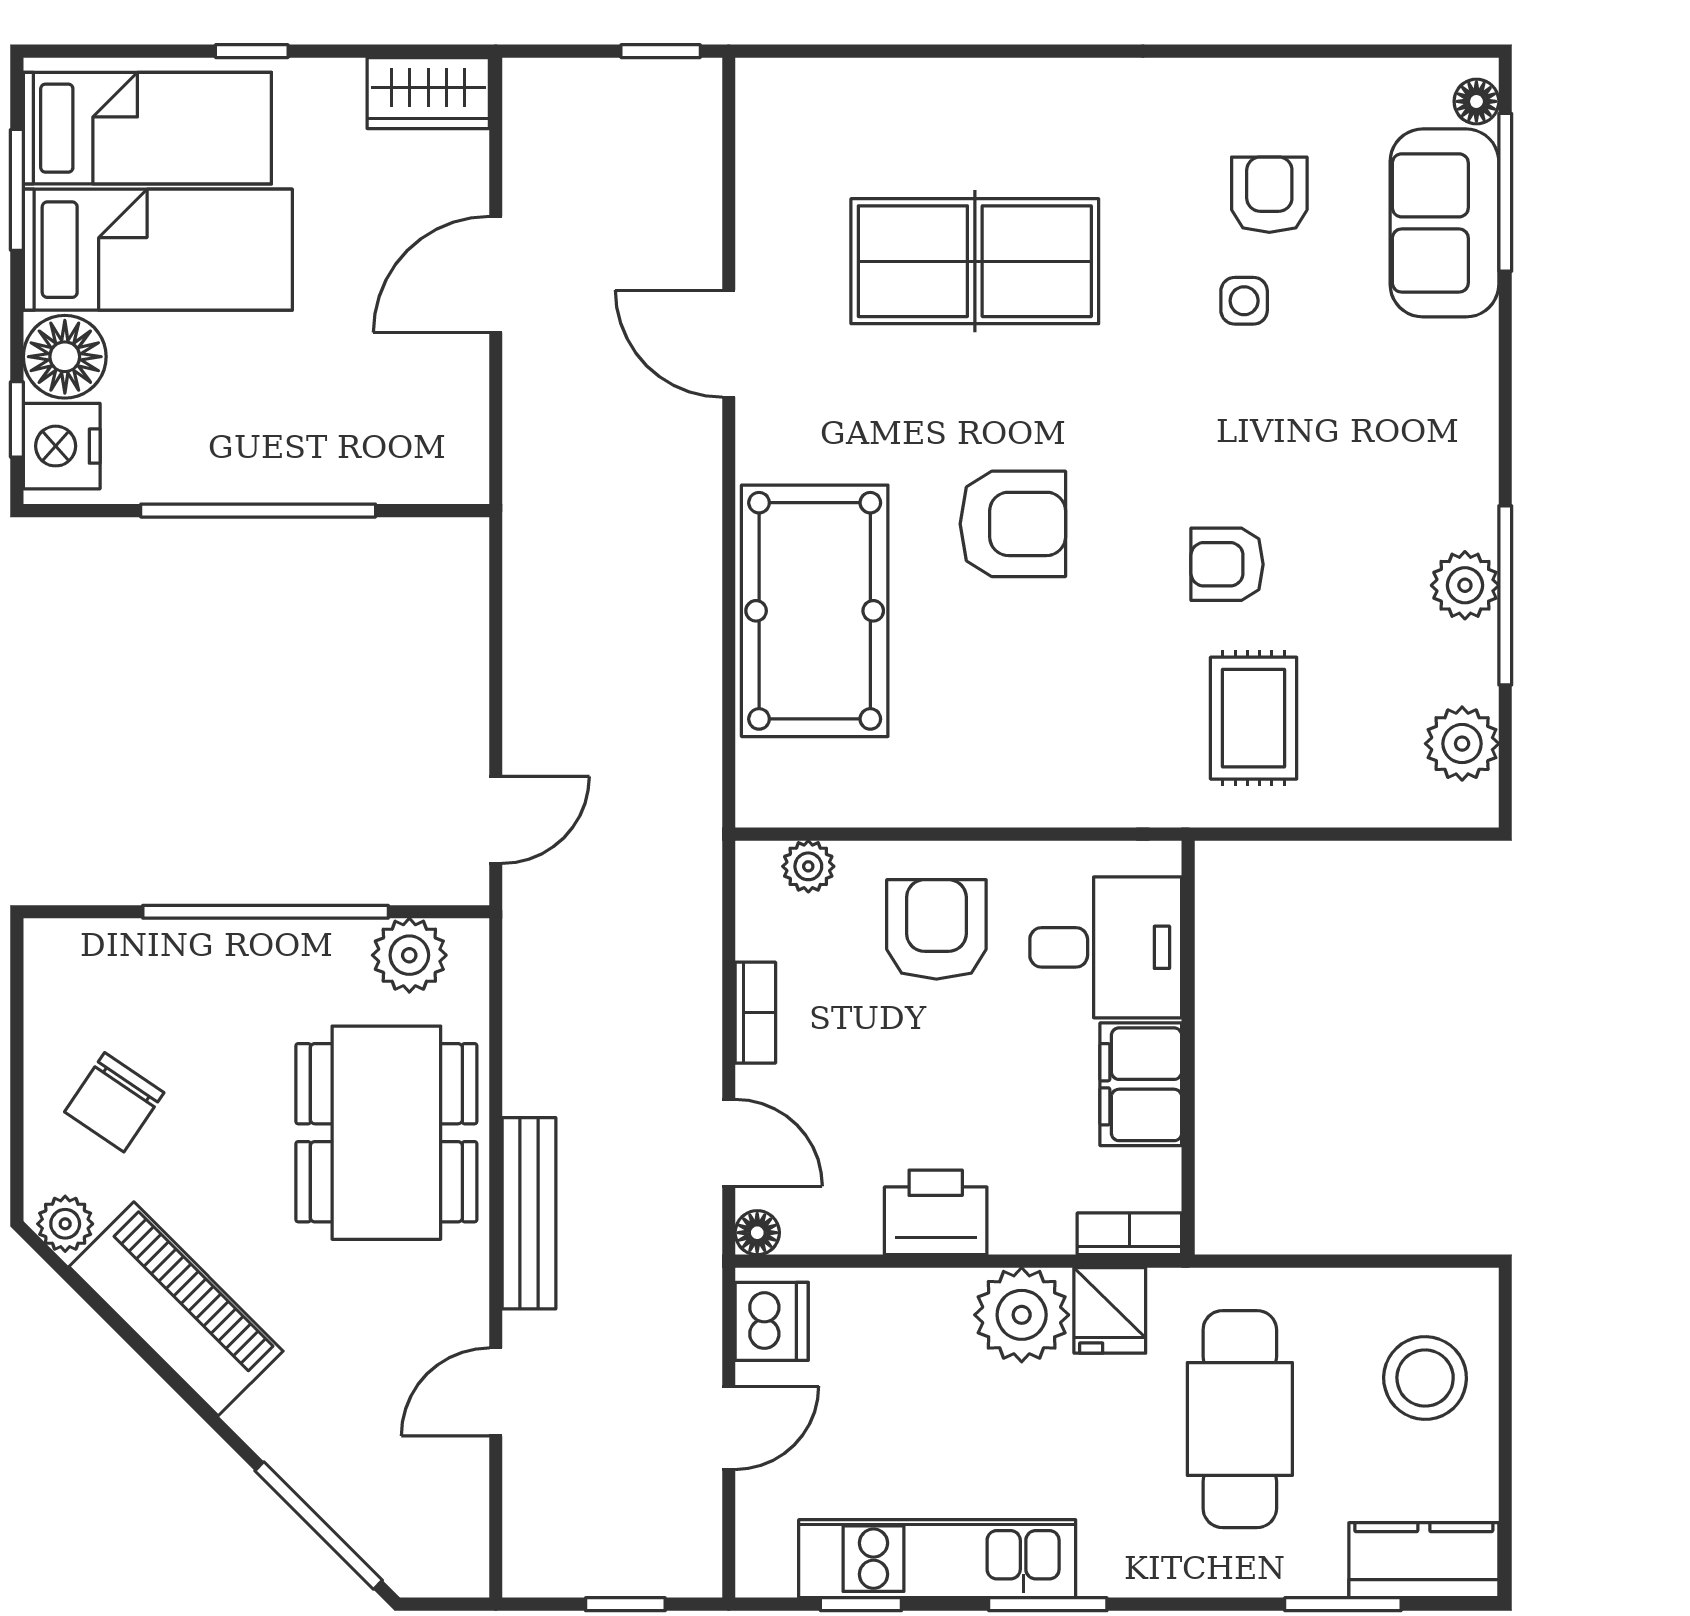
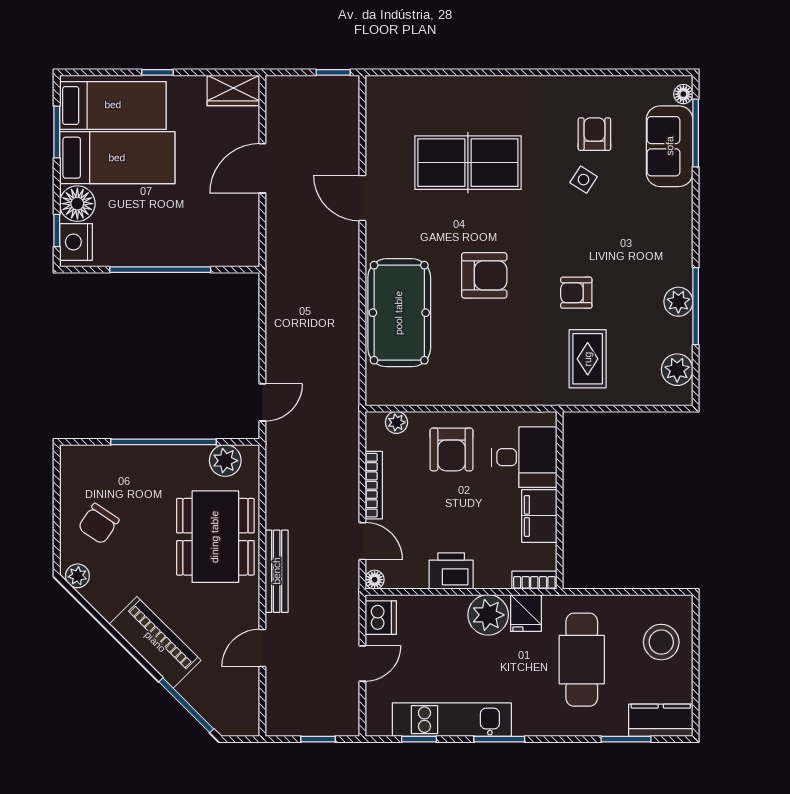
side table: (1244, 301) -> (584, 180), turned 33
armchair: (936, 929) -> (452, 449), turned 180
bookcase: (755, 1013) -> (374, 485), width x1.56
piano: (176, 1309) -> (155, 642), moved

